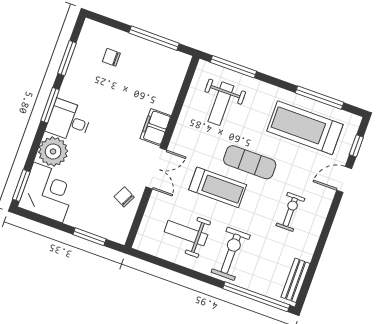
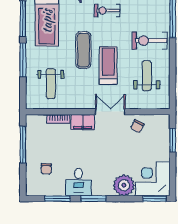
window: (233, 67) -> (23, 60), moved
bookcase: (171, 97) -> (59, 119), added
weight bench: (221, 104) -> (51, 84), turned 90
desk: (69, 121) -> (78, 182), moved
weight bench: (186, 233) -> (147, 76), turned 180

